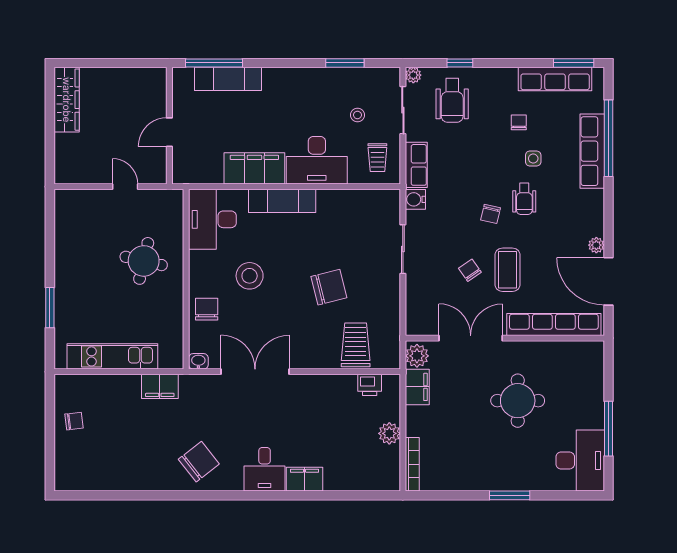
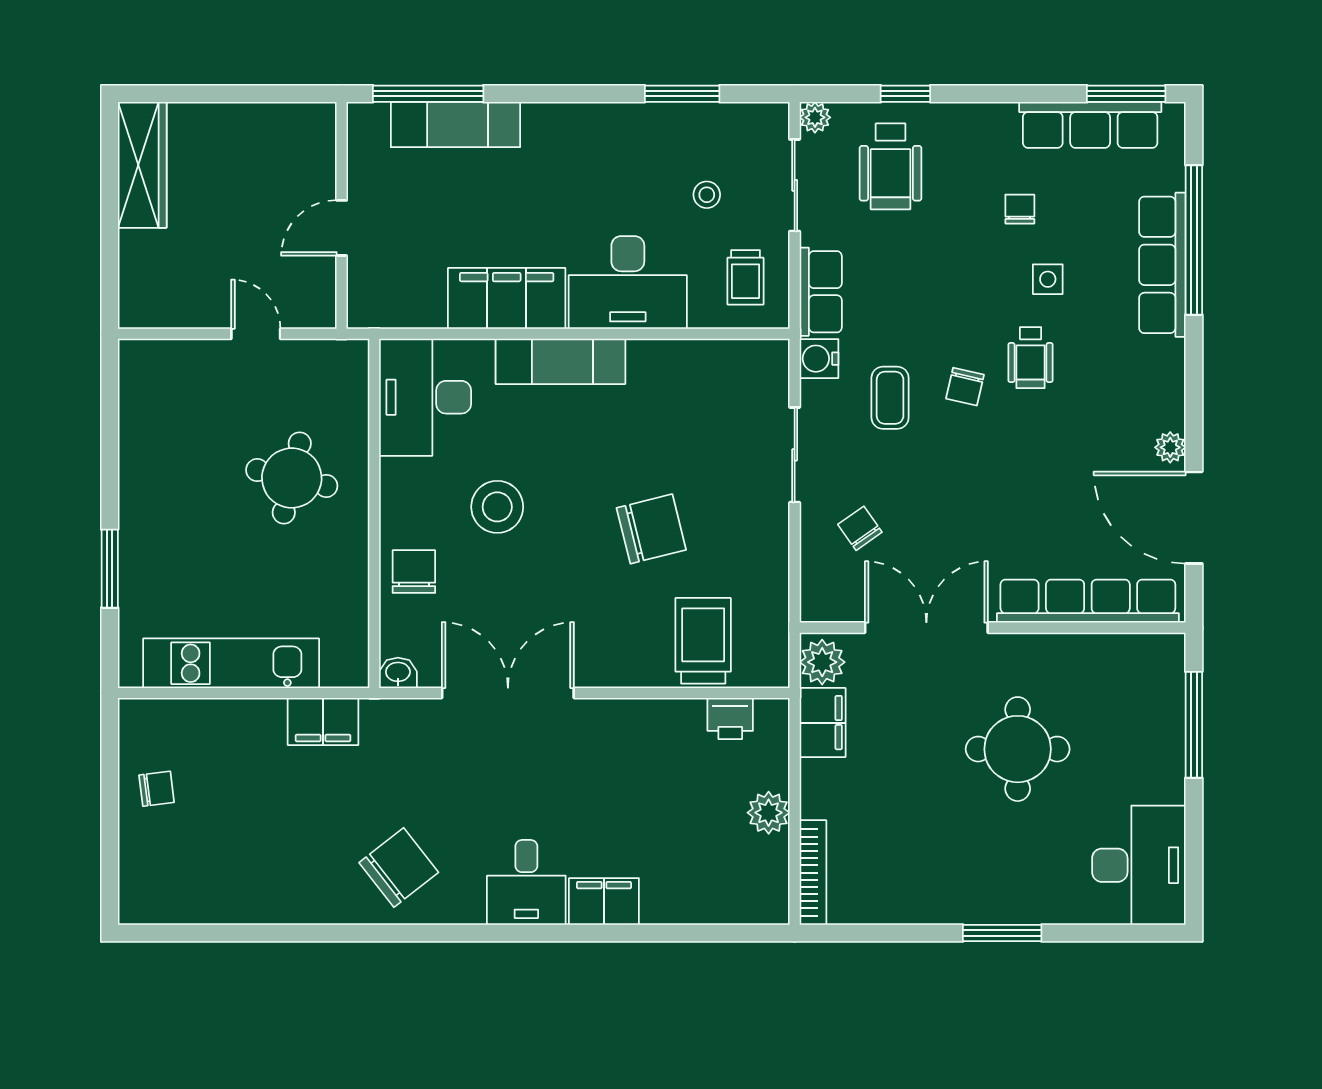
chair: (470, 270) -> (860, 528), moved
coffee table: (507, 270) -> (890, 398), moved, width x0.73, depth x0.77
window: (608, 429) -> (1194, 725), moved

